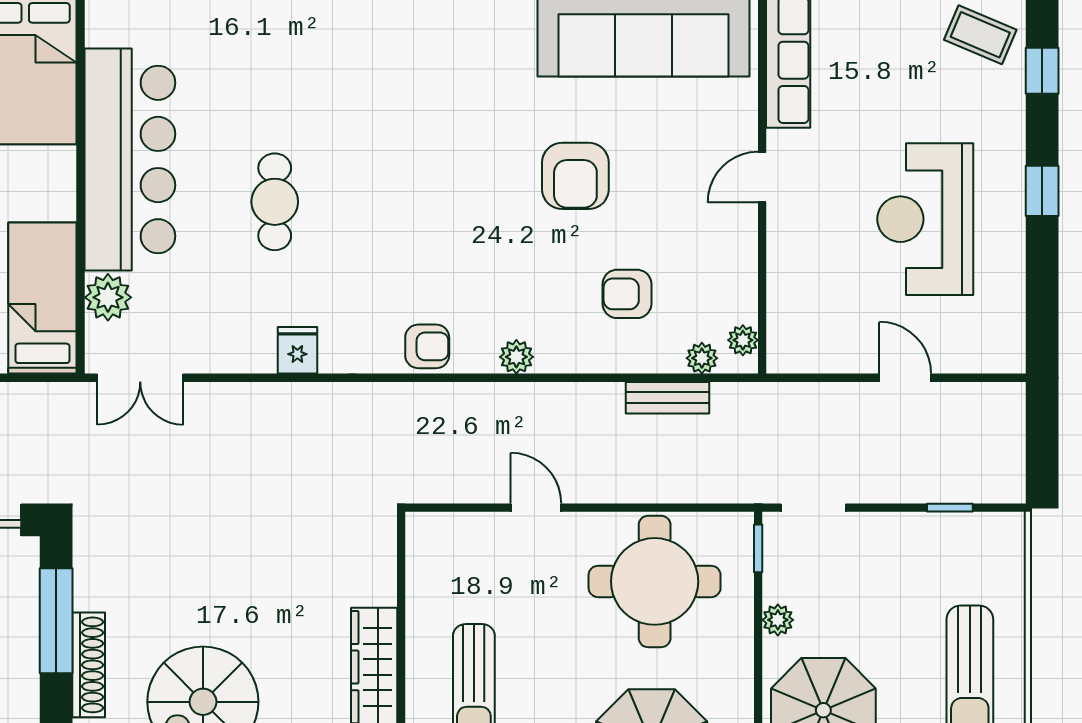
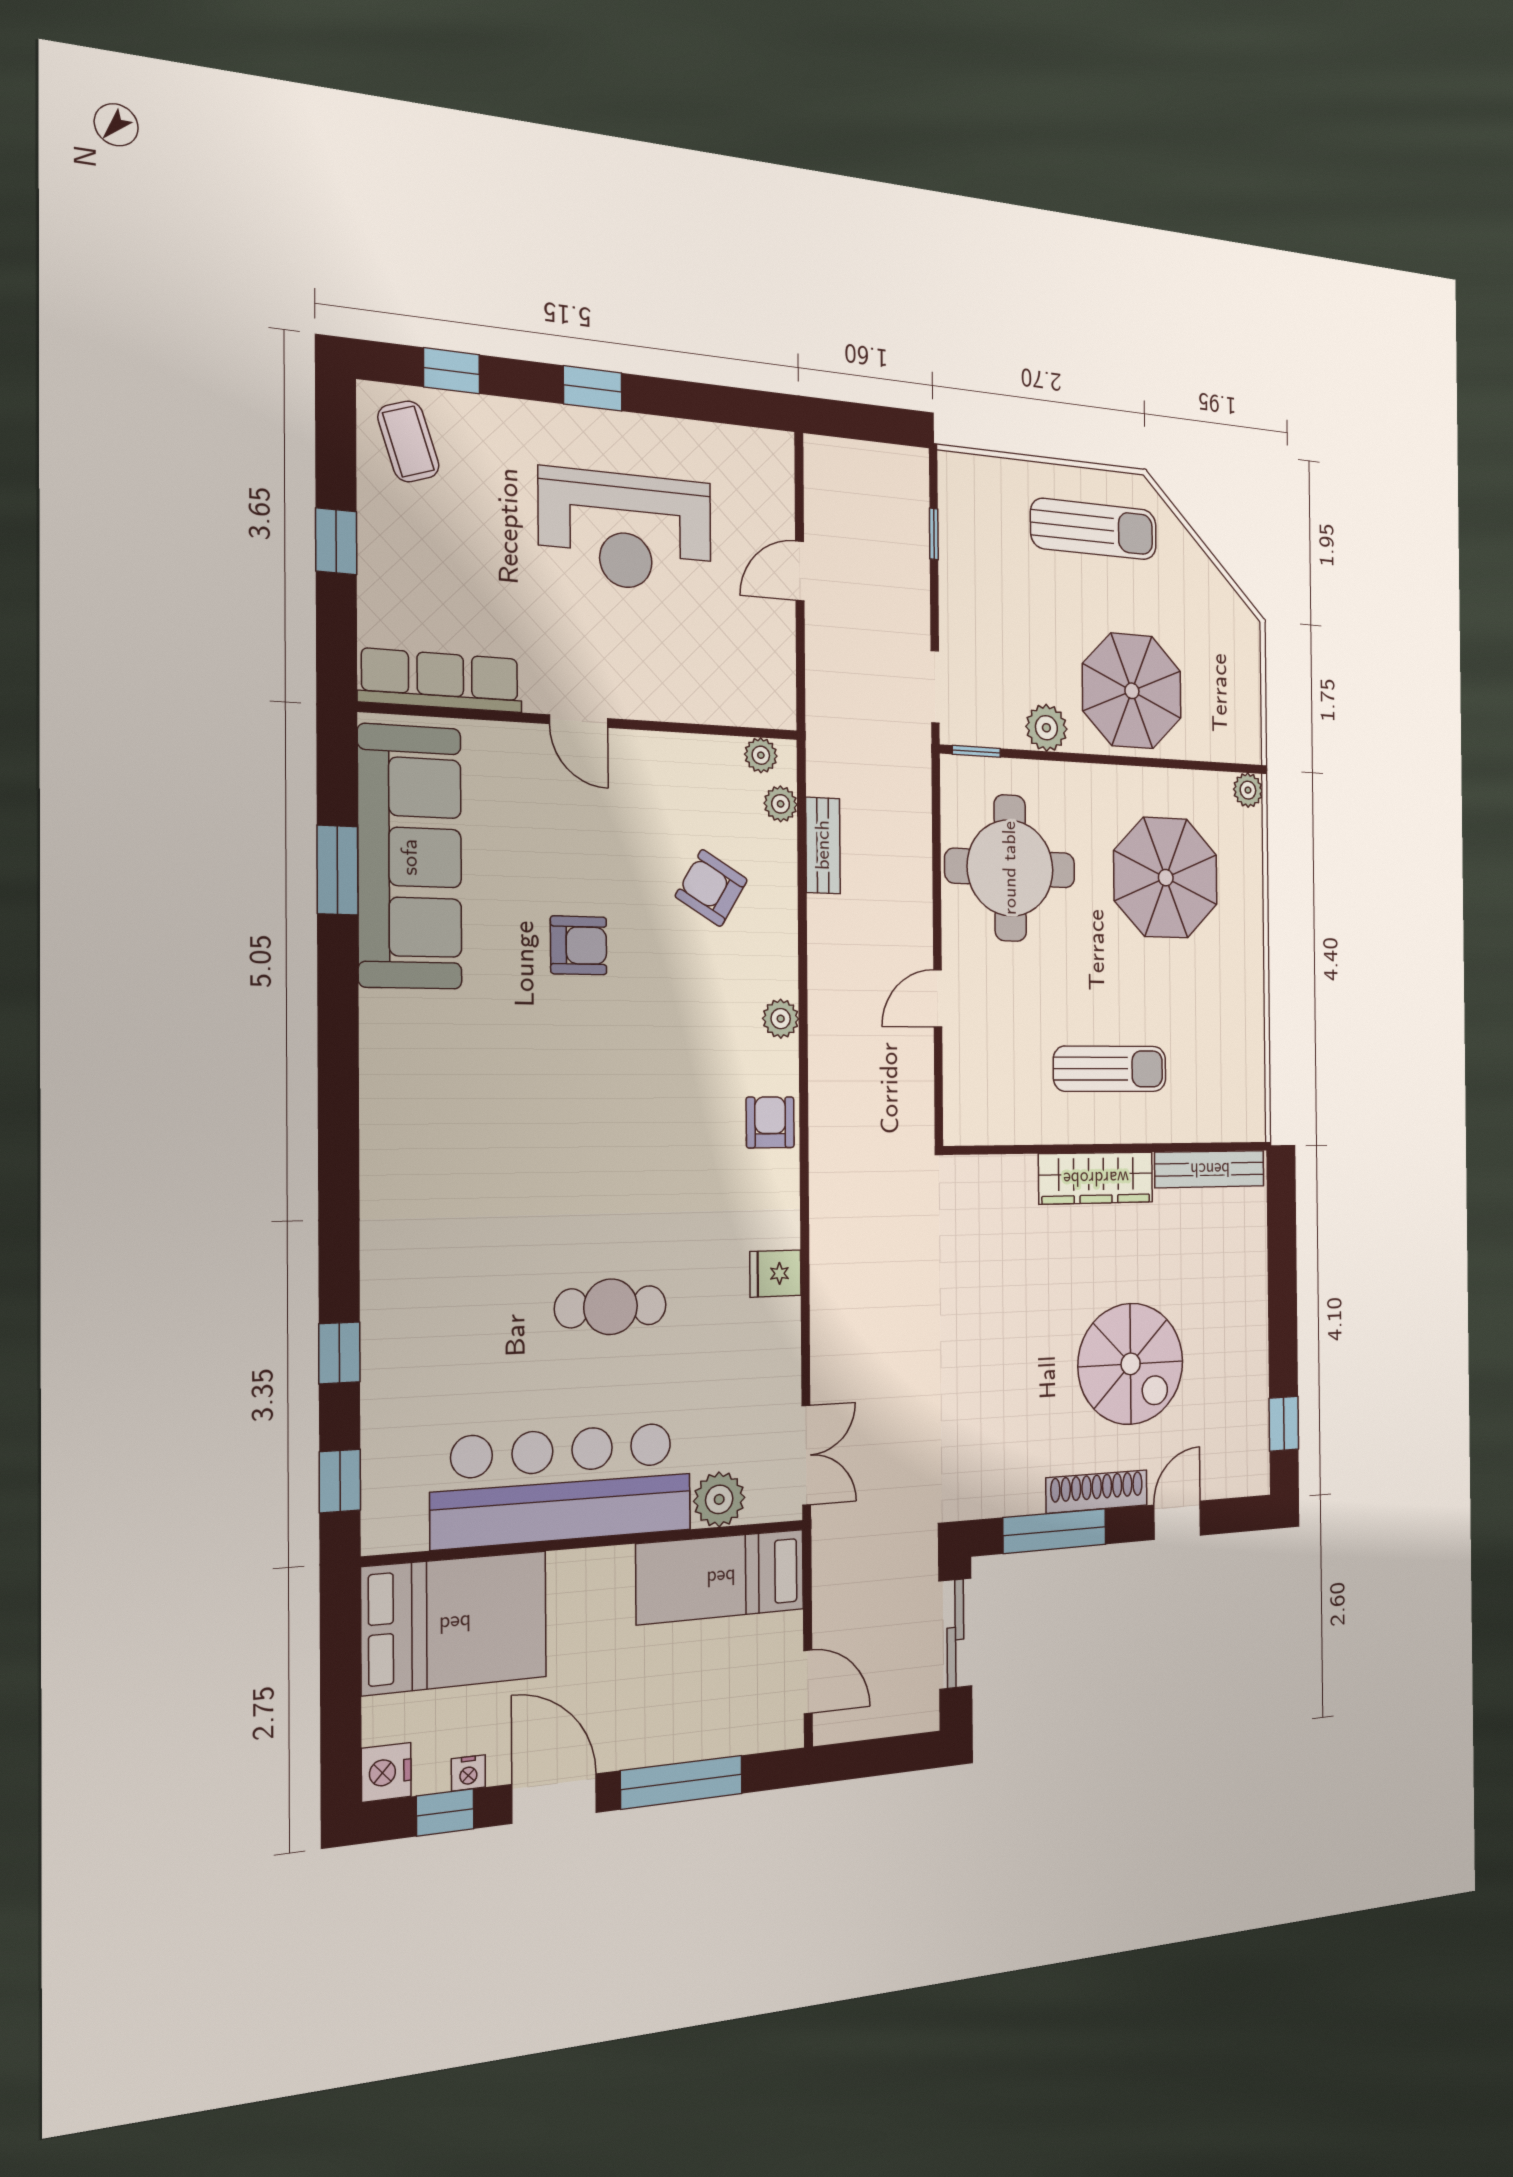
coffee table: (980, 35) -> (408, 441), turned -41
armchair: (575, 176) -> (579, 945), width x0.72, depth x0.72
armchair: (627, 294) -> (711, 888), turned 121
plant: (778, 620) -> (1046, 728), width x1.38, depth x1.38

